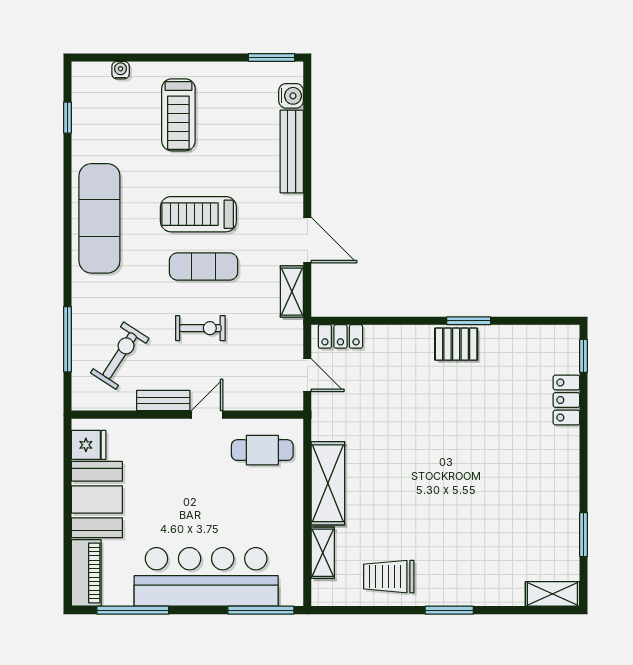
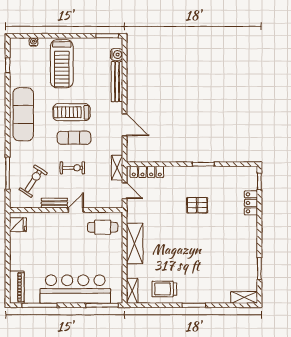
treadmill: (178, 115) -> (62, 64), width x1.37, depth x1.38
shelving: (292, 292) -> (117, 168), moved
locker: (340, 336) -> (147, 172), width x1.53
pallet: (456, 344) -> (197, 205), moved
booth: (97, 500) -> (22, 251), removed
shelving: (323, 553) -> (132, 291), moved

